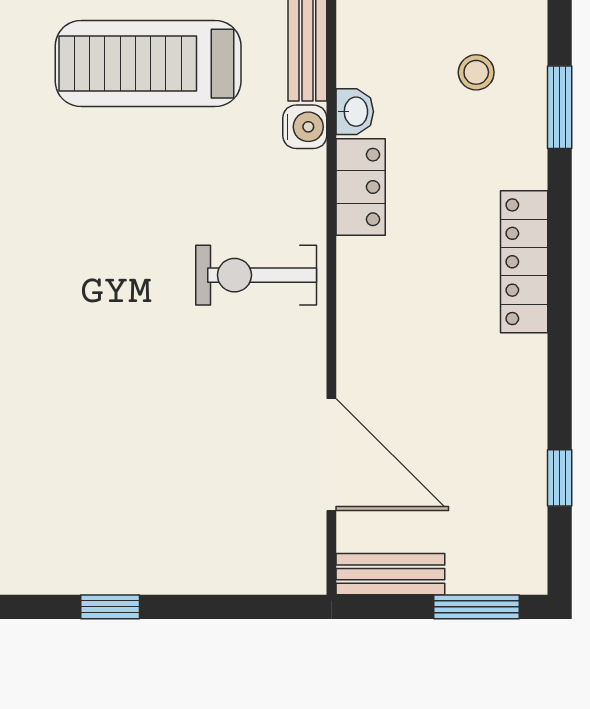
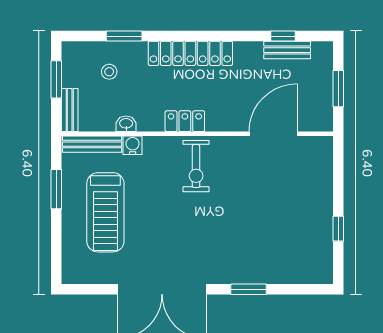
locker: (361, 187) -> (185, 121), moved
locker: (524, 262) -> (190, 53), width x1.41, depth x1.21
bench: (390, 574) -> (287, 50), moved, turned 90
window: (476, 607) -> (338, 89), moved

